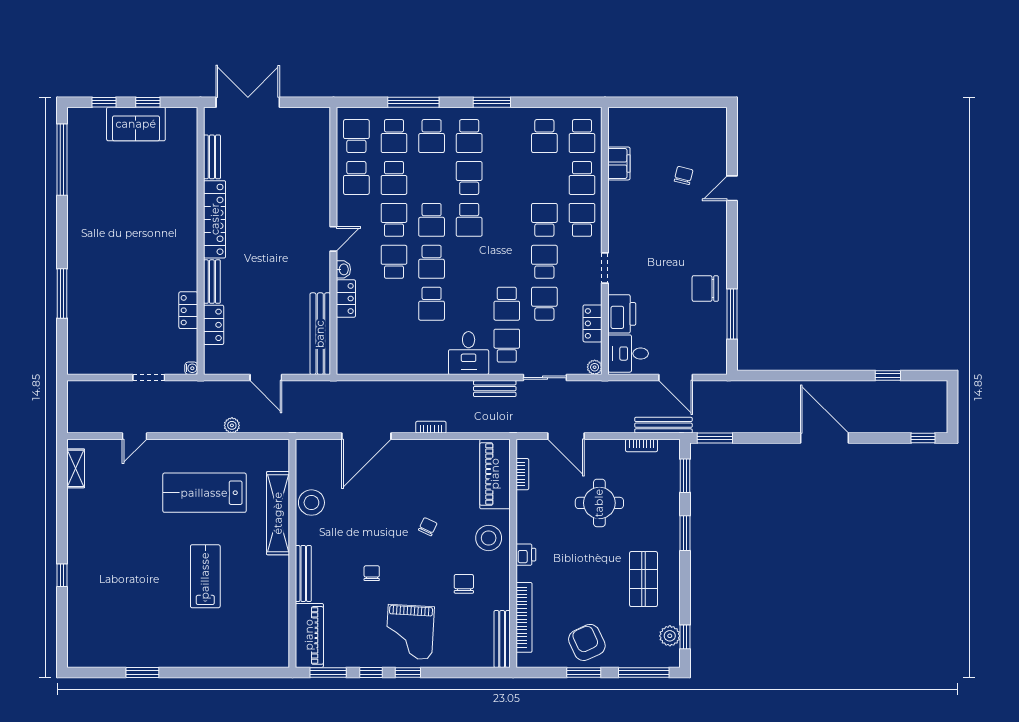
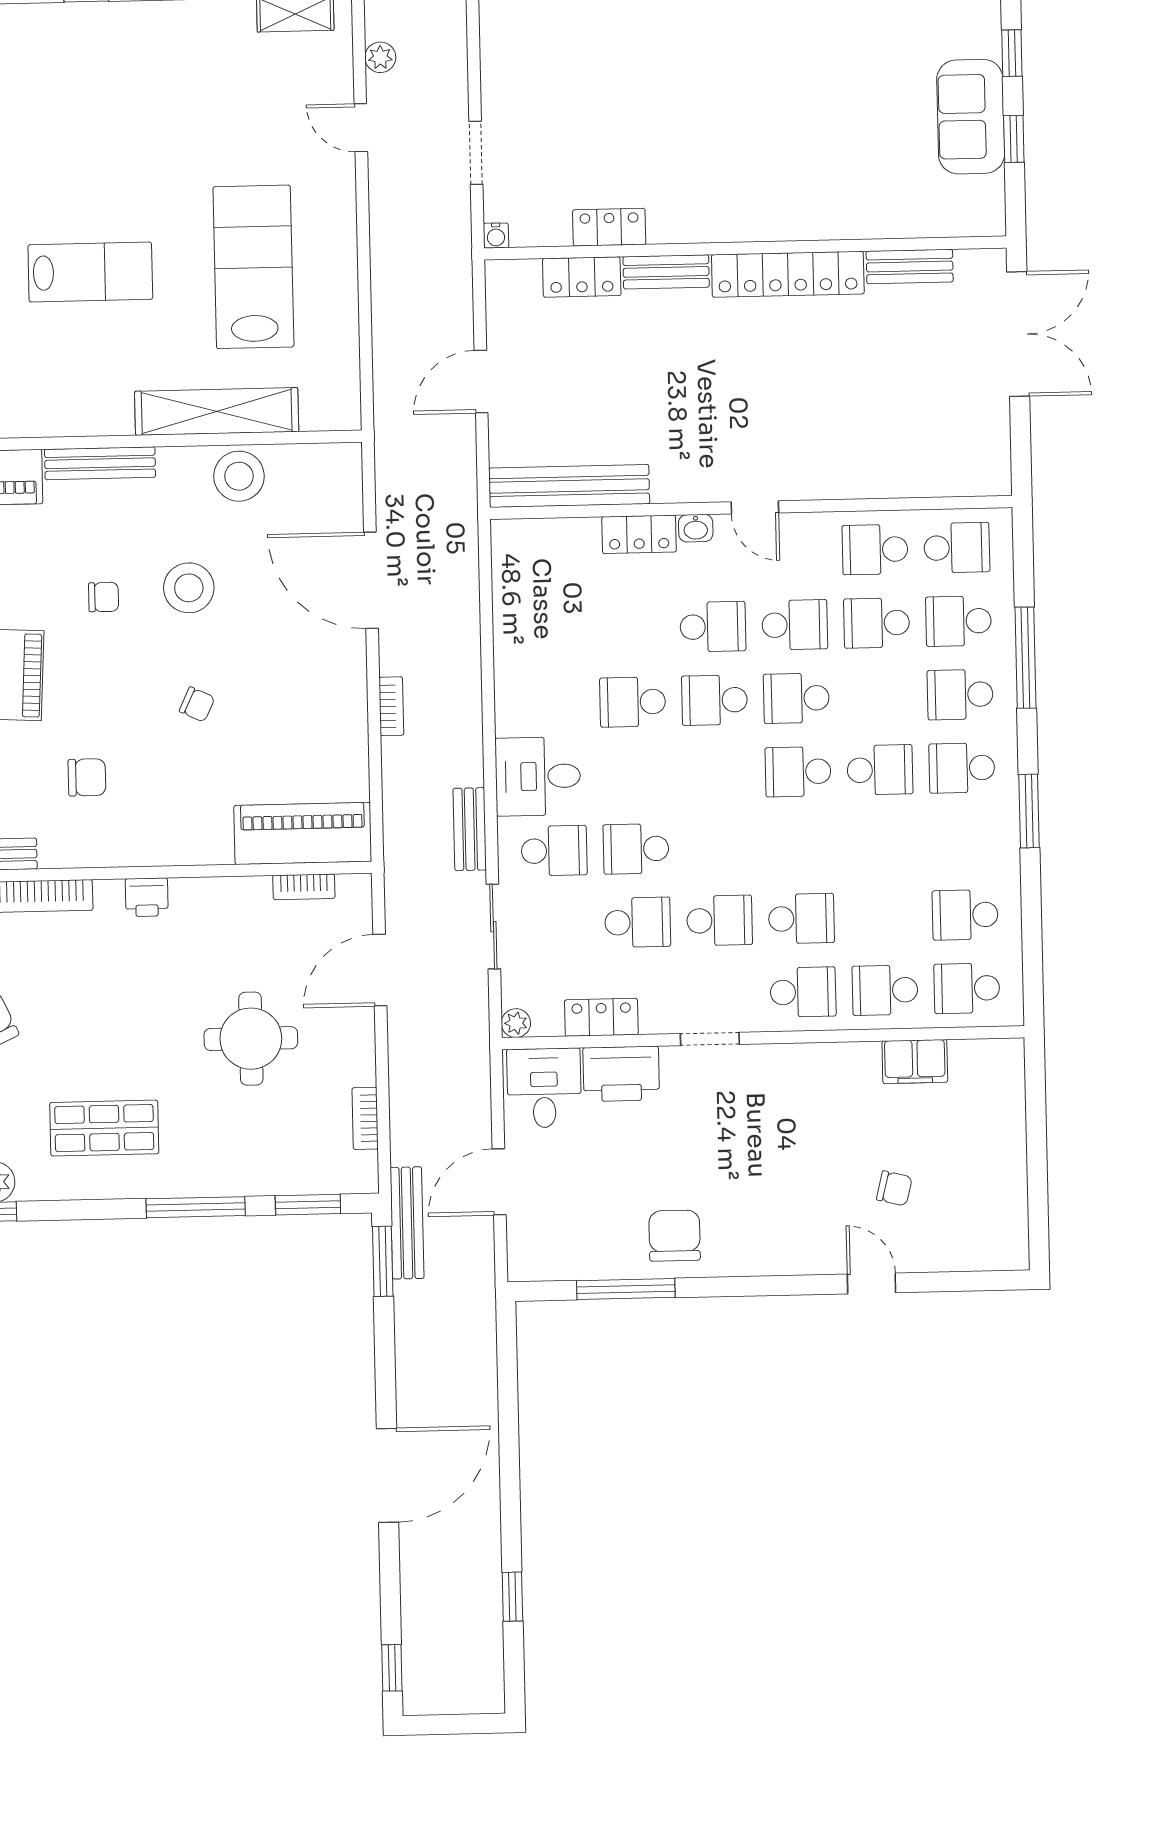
plant: (232, 425) -> (380, 57), moved
bench: (663, 425) -> (407, 1223), moved
window: (685, 533) -> (196, 1207), width x1.44
stool: (489, 538) -> (189, 588), moved

